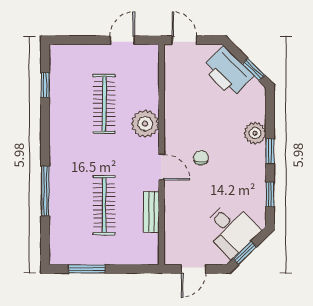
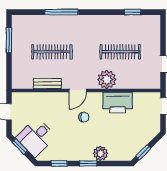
printer: (228, 72) -> (118, 103), moved, turned -135

